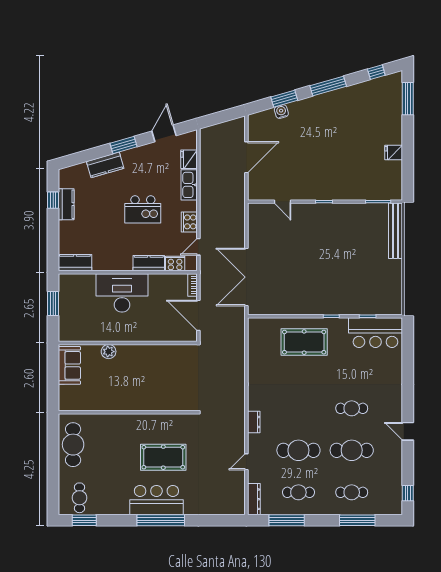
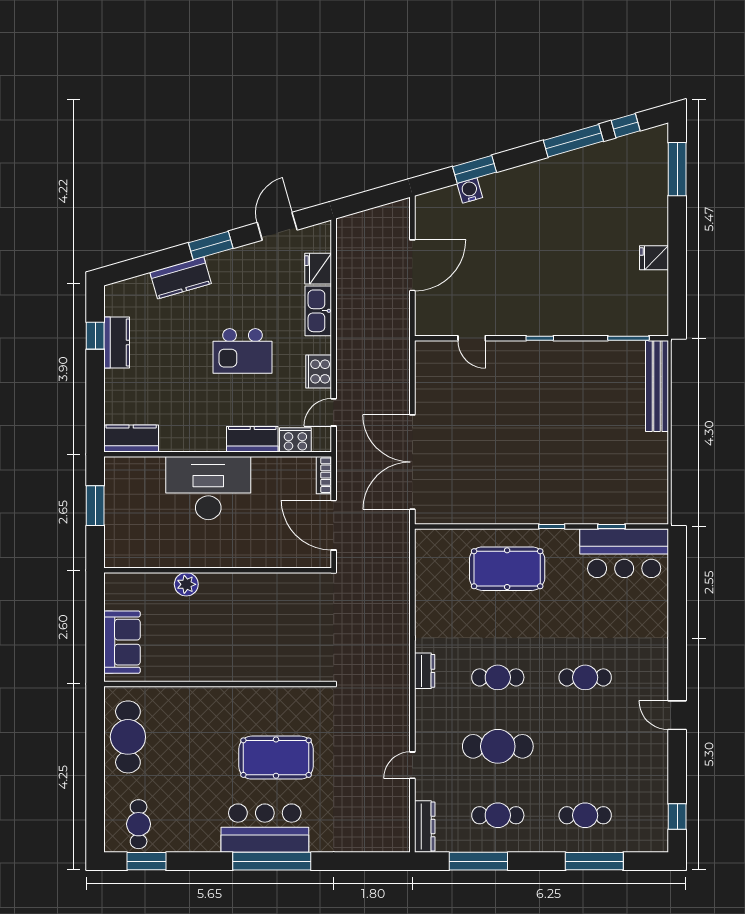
window: (328, 86) -> (573, 141), moved
sofa: (69, 365) -> (122, 642), moved
dresser: (254, 422) -> (425, 671), moved
cafe table: (352, 450) -> (498, 677), moved, width x0.73, depth x0.74

